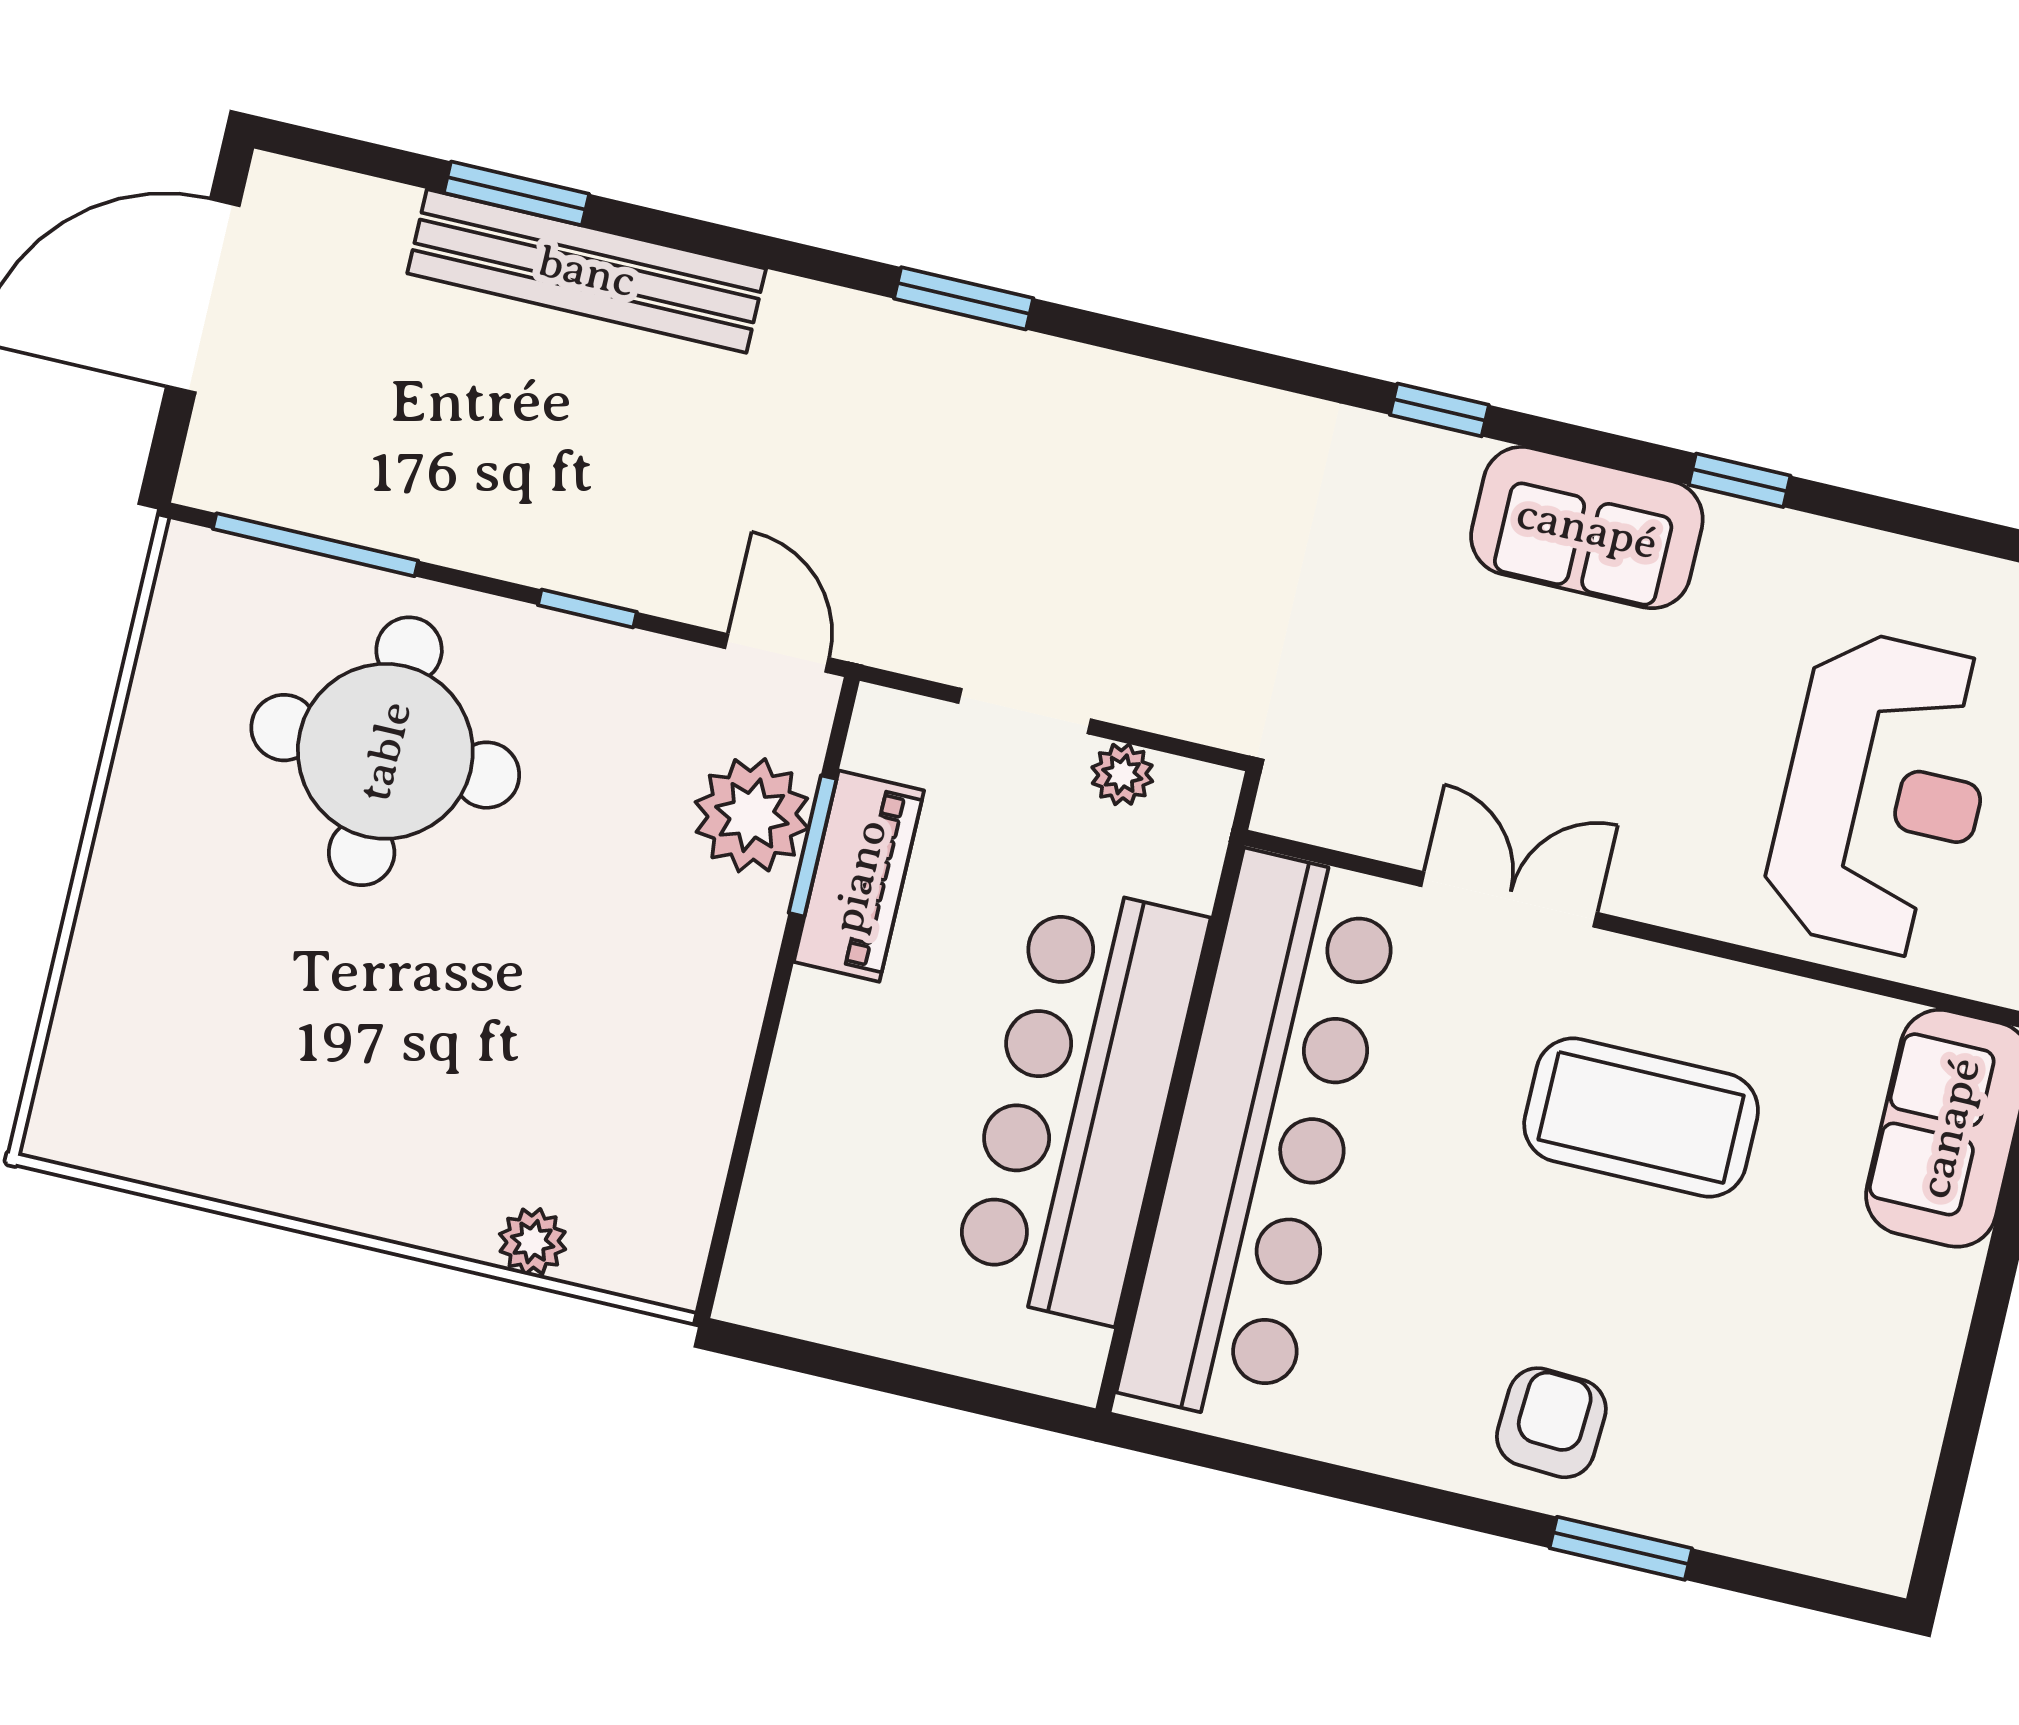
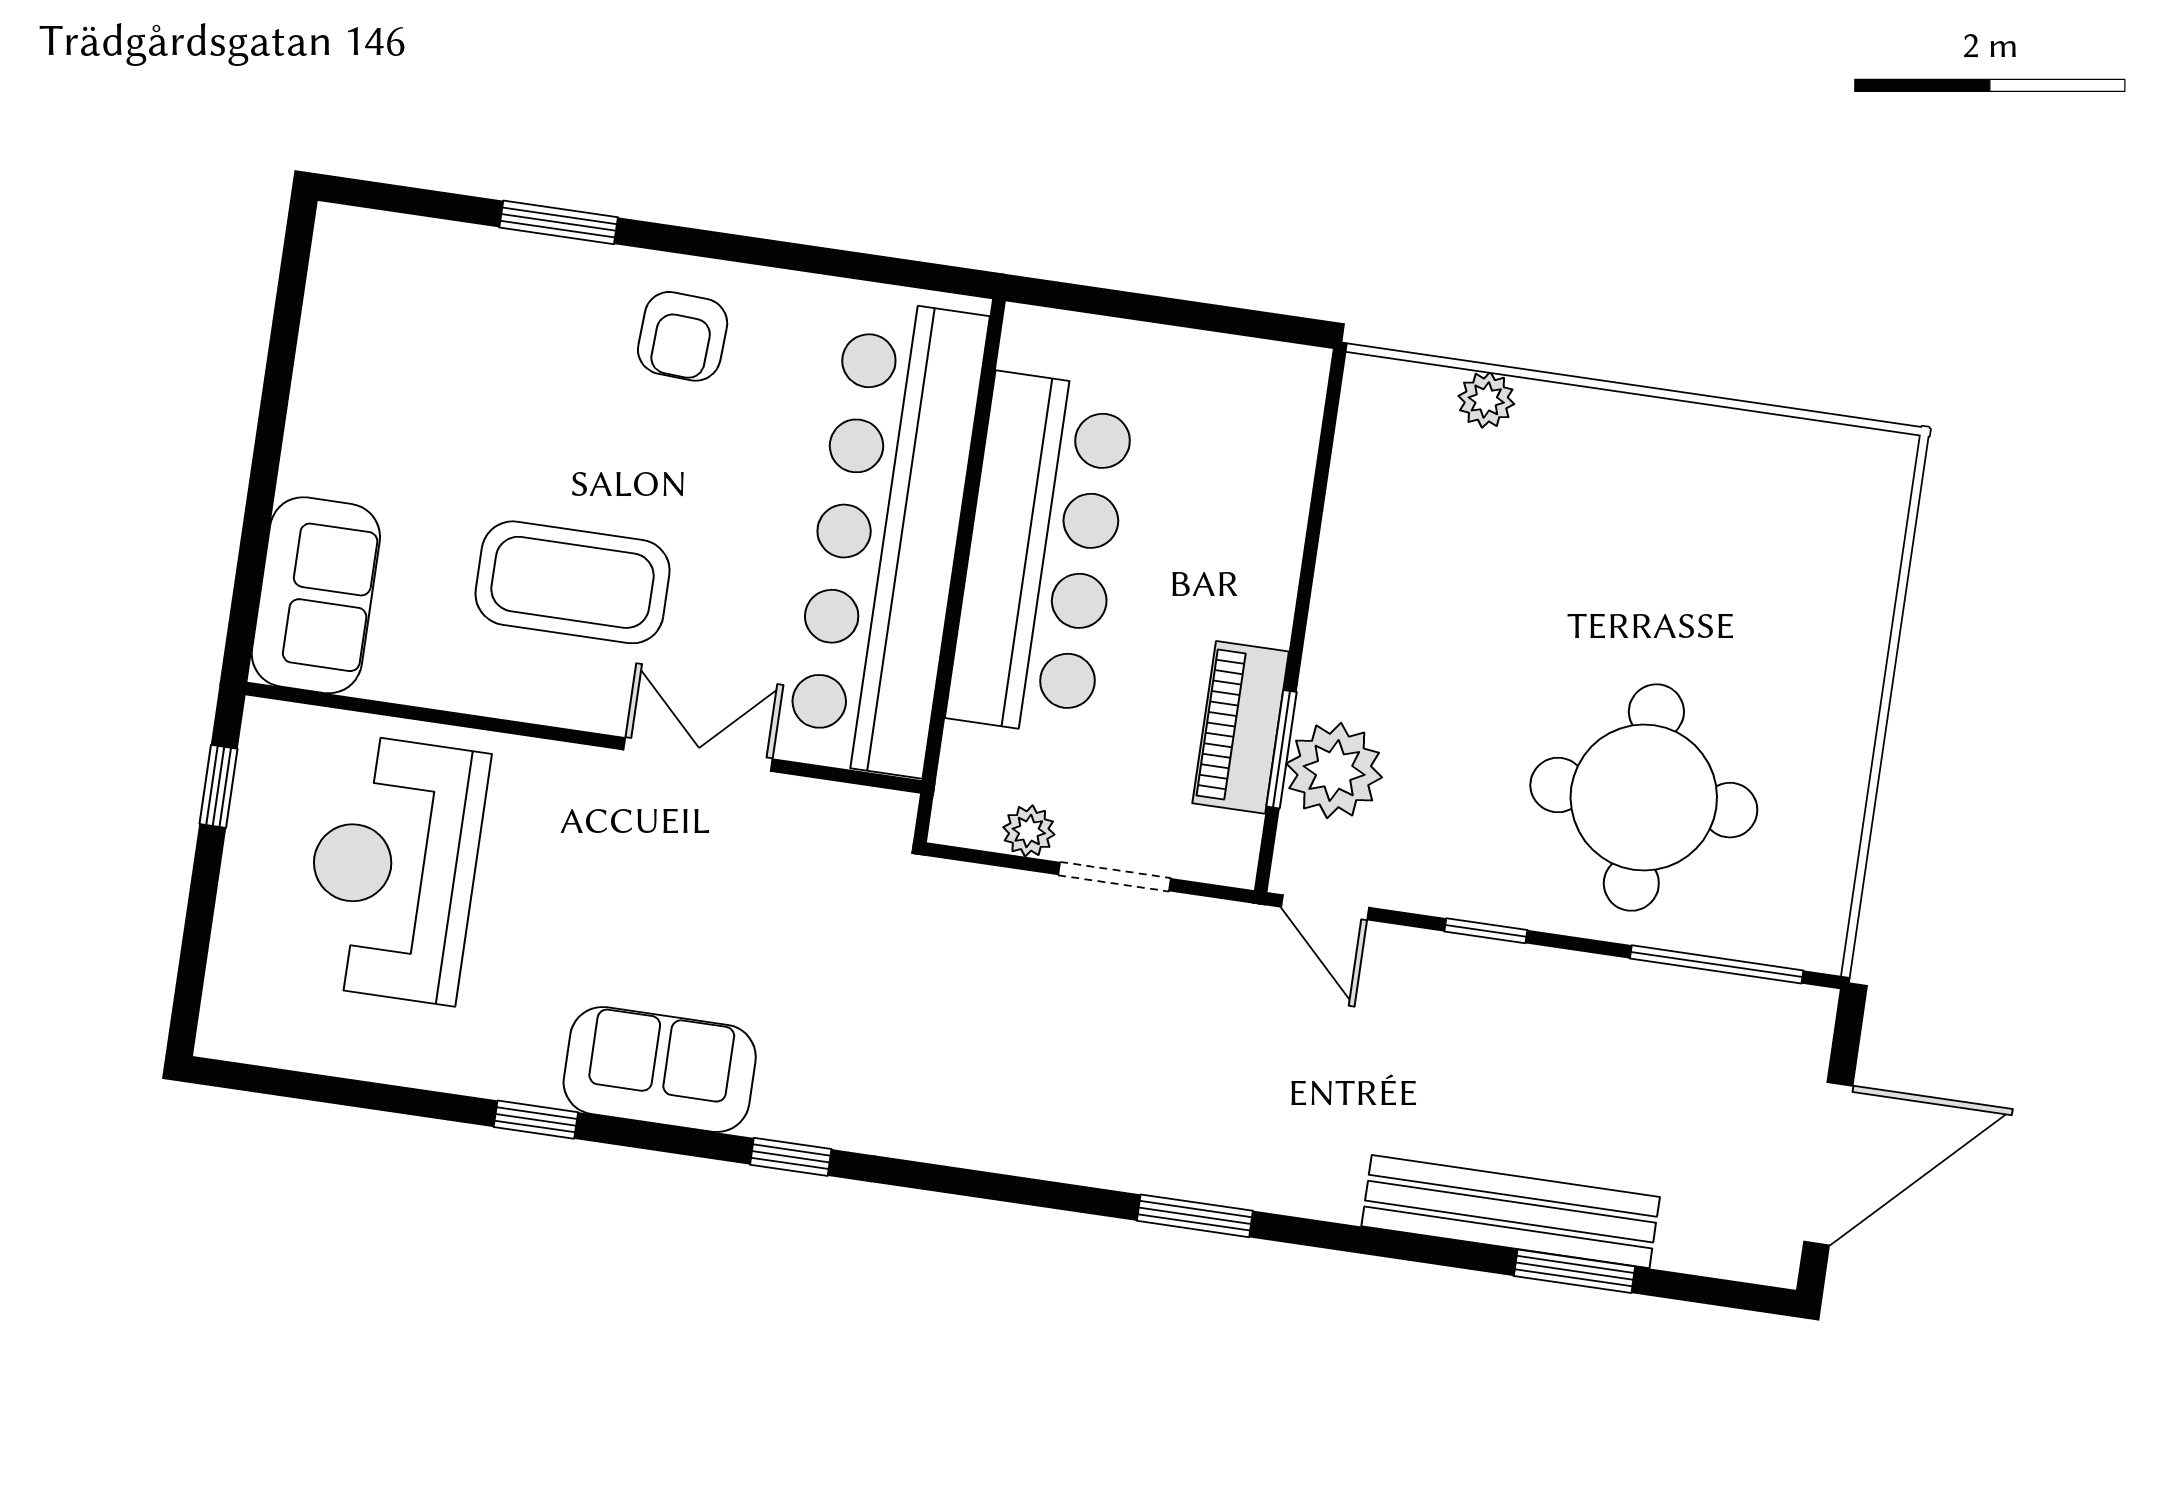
double door: (1509, 899) -> (698, 754), swing flipped
armchair: (1551, 1423) -> (683, 336), moved

